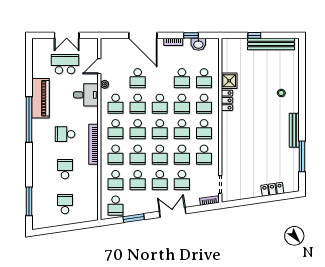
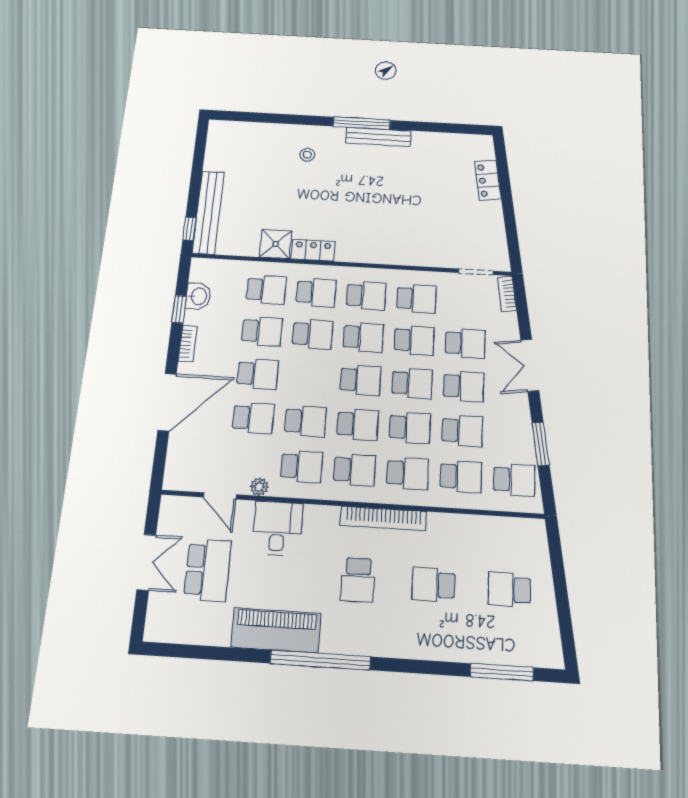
window: (254, 35) -> (189, 229), moved
bench: (271, 44) -> (208, 212), moved
school desk: (65, 64) -> (208, 570), turned 180
school desk: (160, 104) -> (258, 374), moved
window: (302, 156) -> (362, 123), moved

